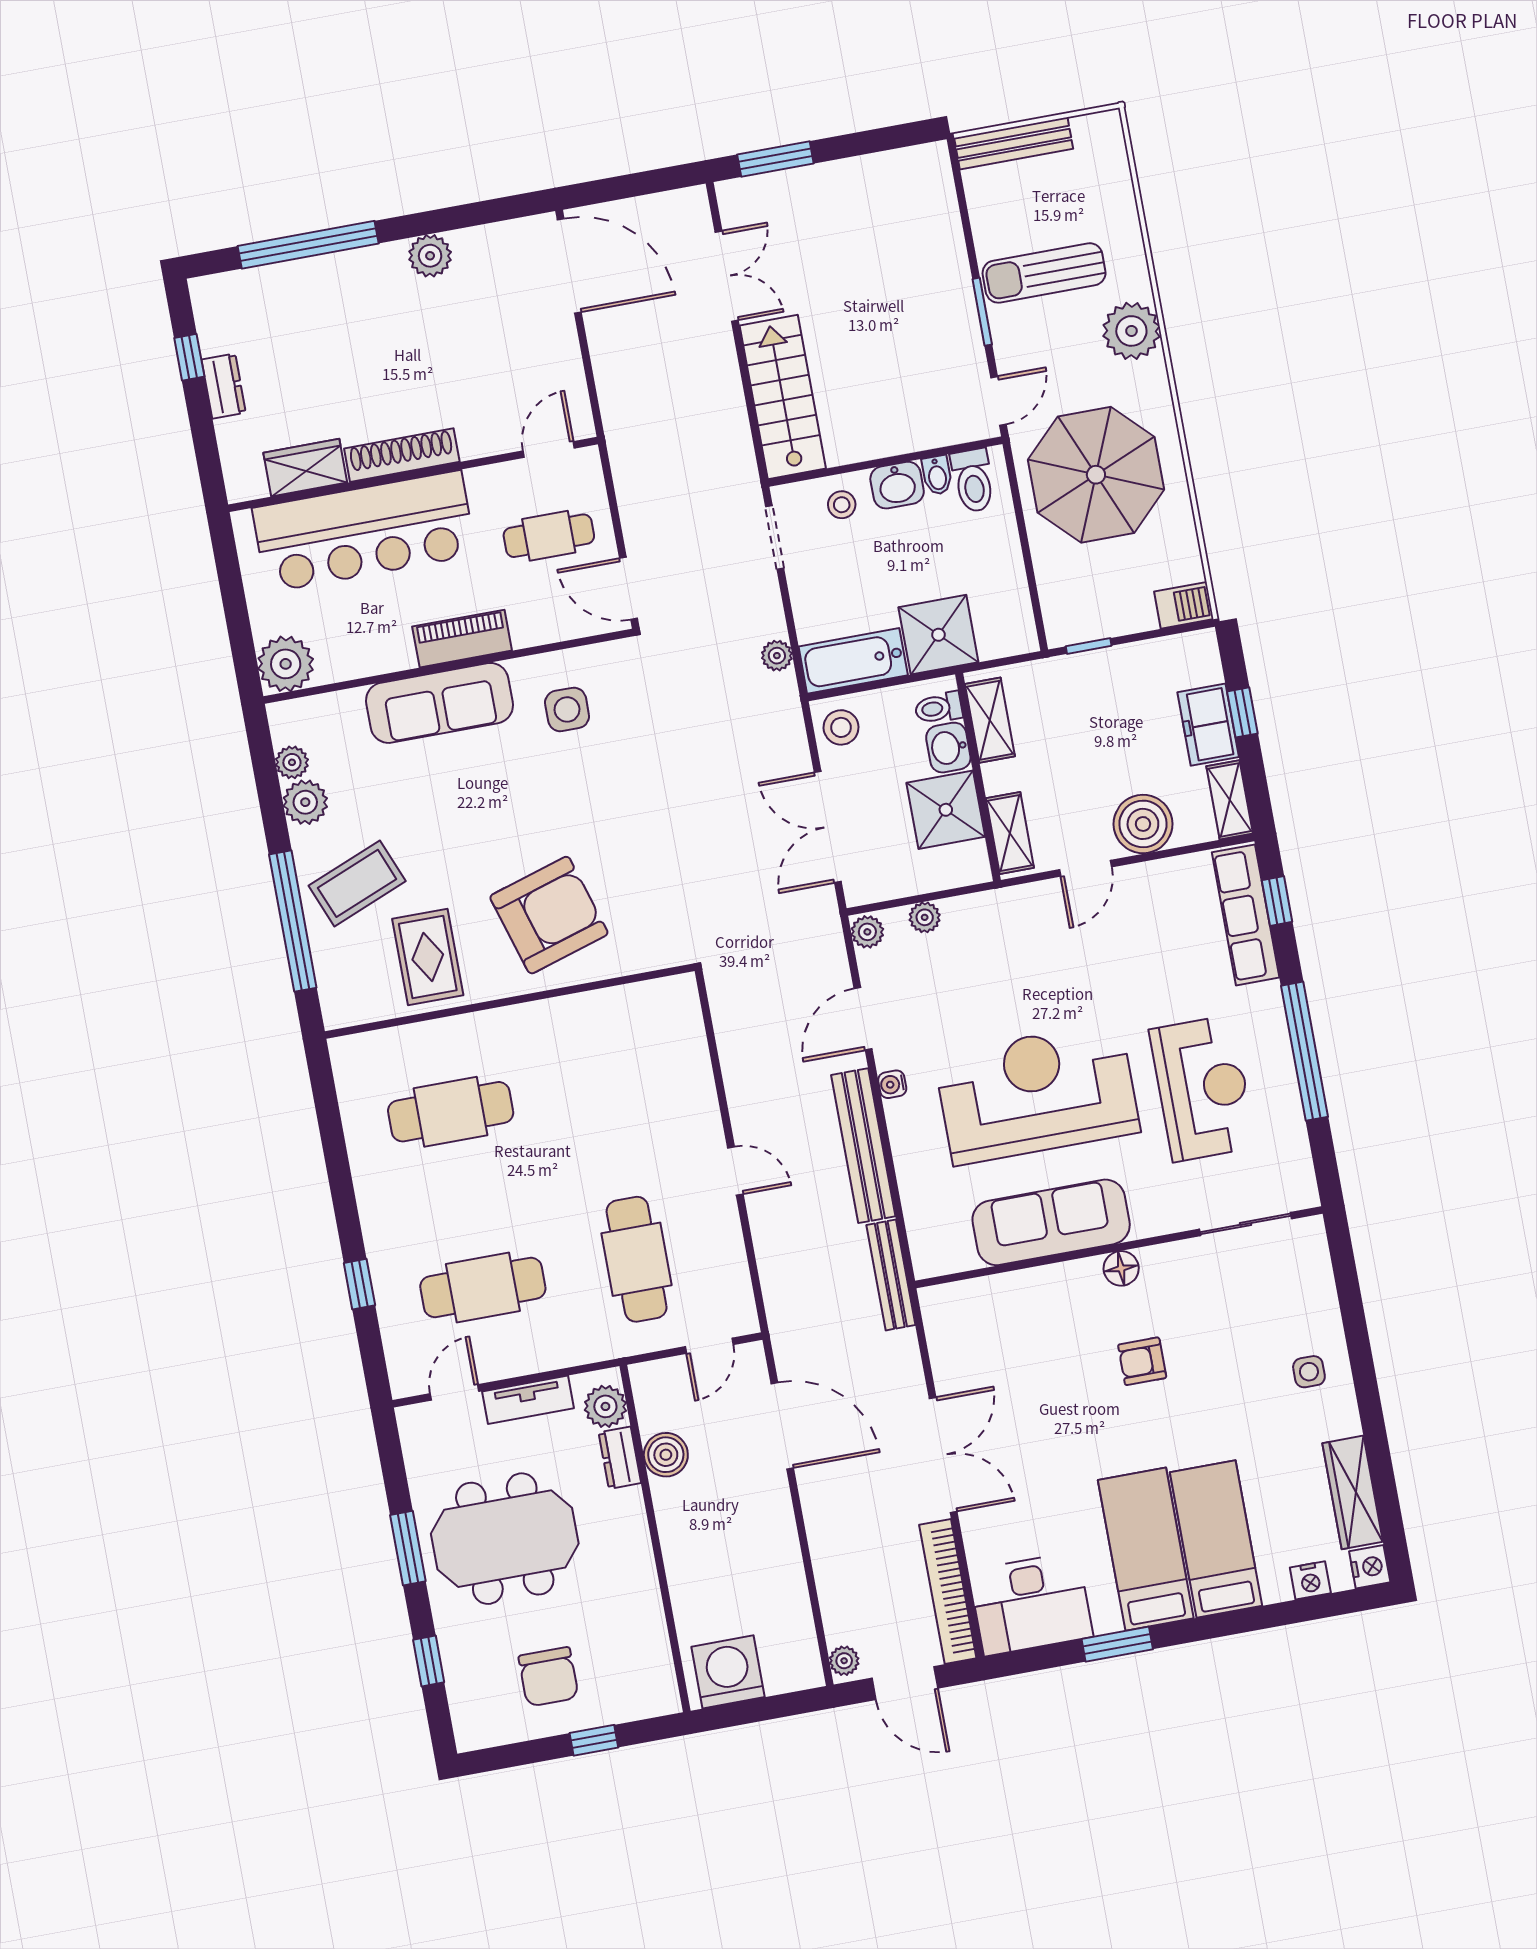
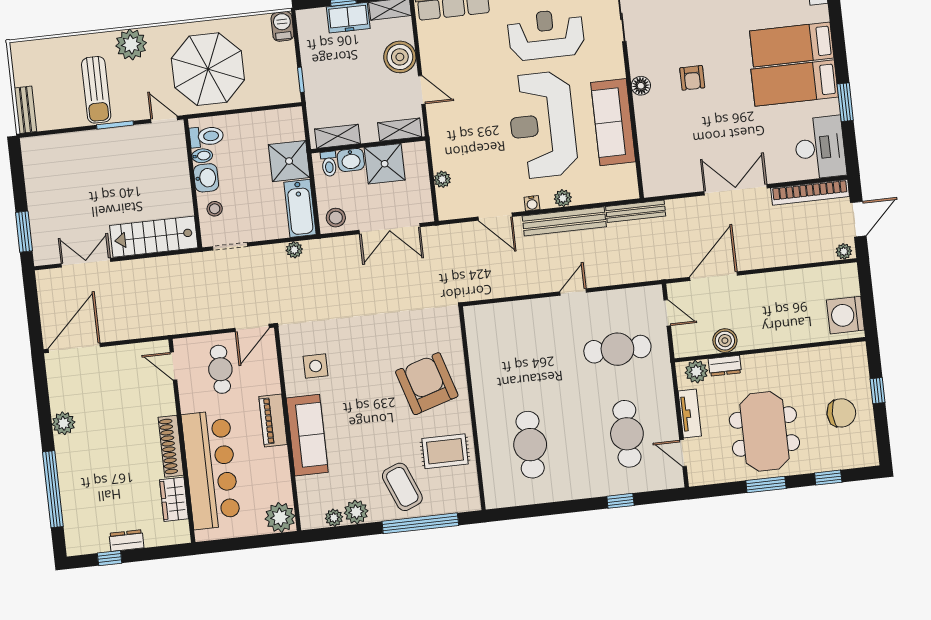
bench: (1014, 143) -> (25, 110), width x0.73
plant: (867, 932) -> (563, 198), moved

